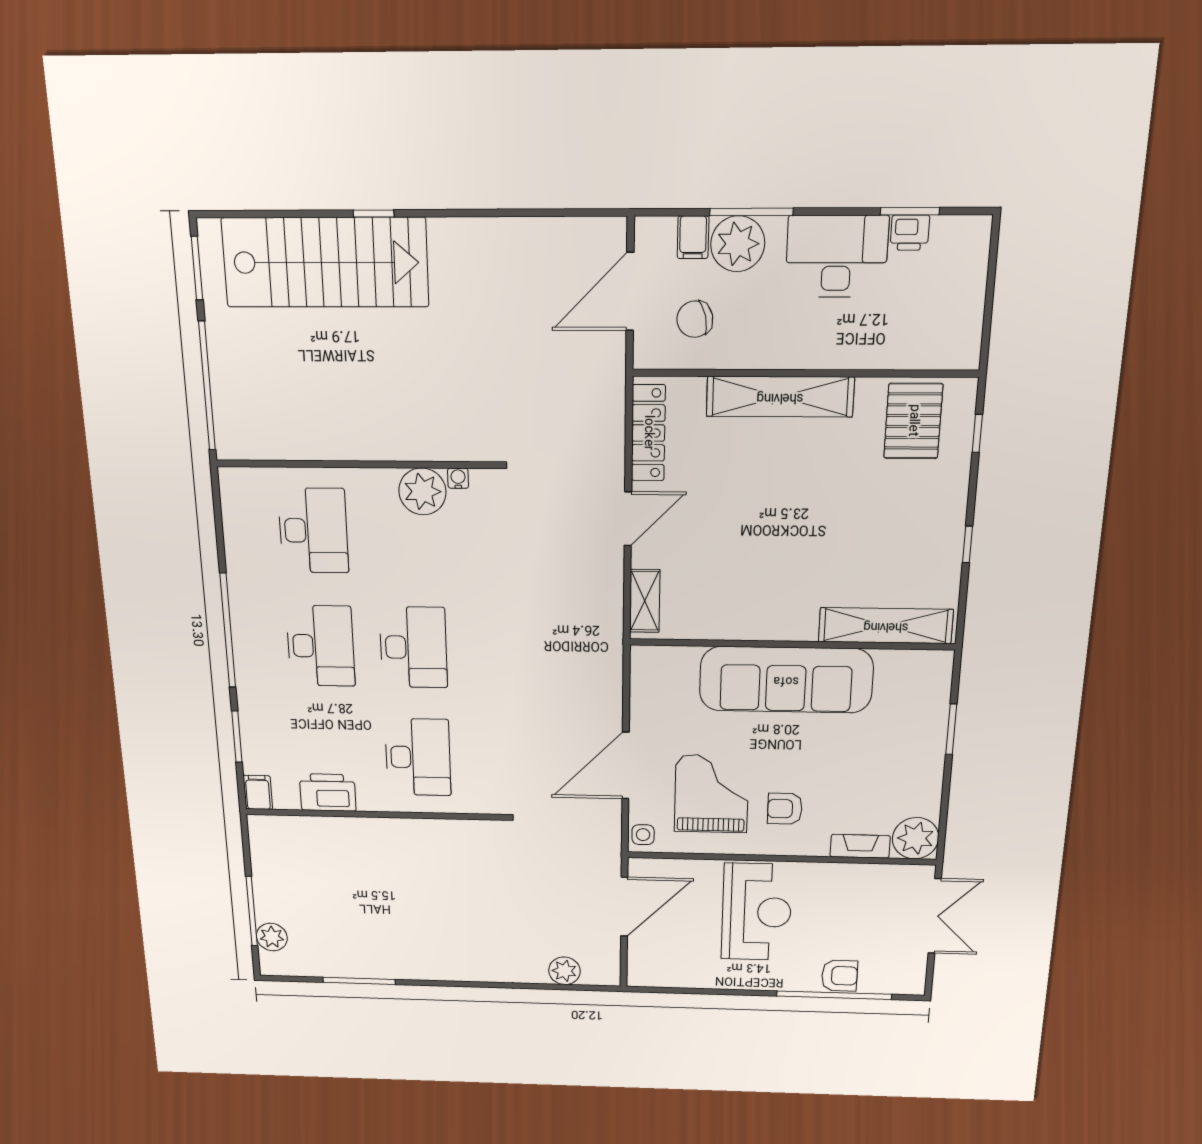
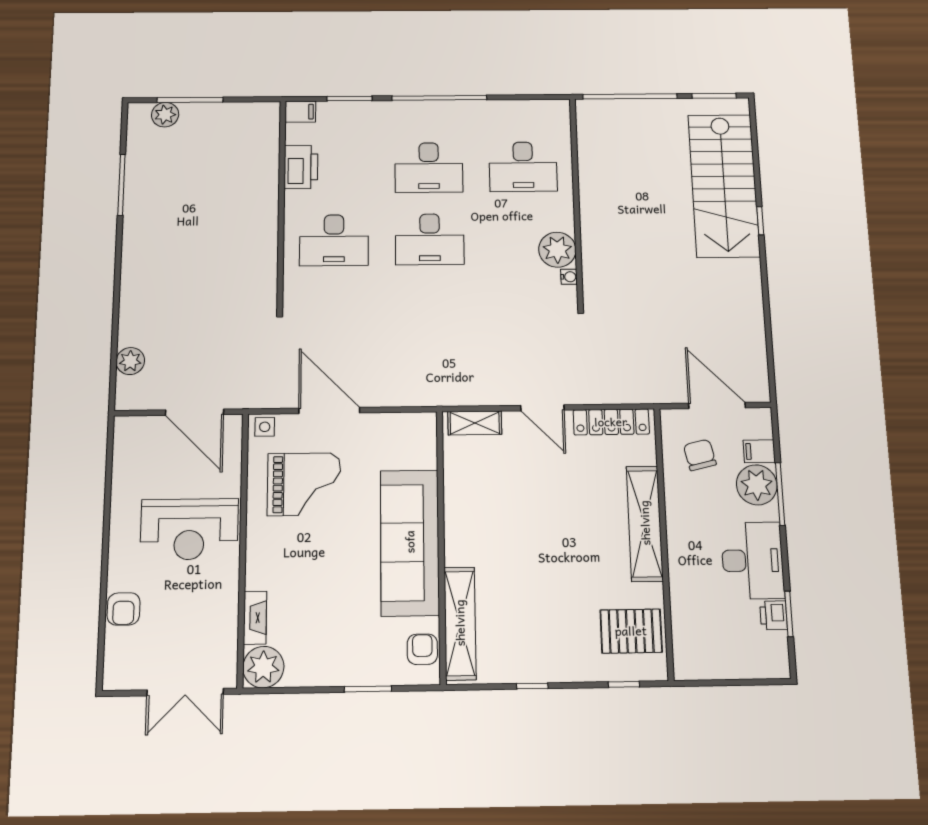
armchair: (785, 809) -> (422, 649), moved
window: (834, 995) -> (103, 605), removed

